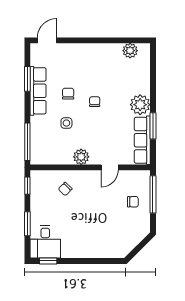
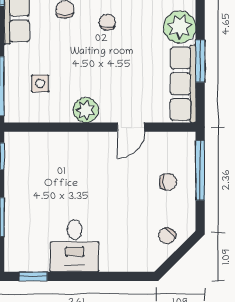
side table: (66, 123) -> (40, 83), moved
chair: (65, 189) -> (167, 236), moved
desk: (45, 242) -> (75, 246), moved

